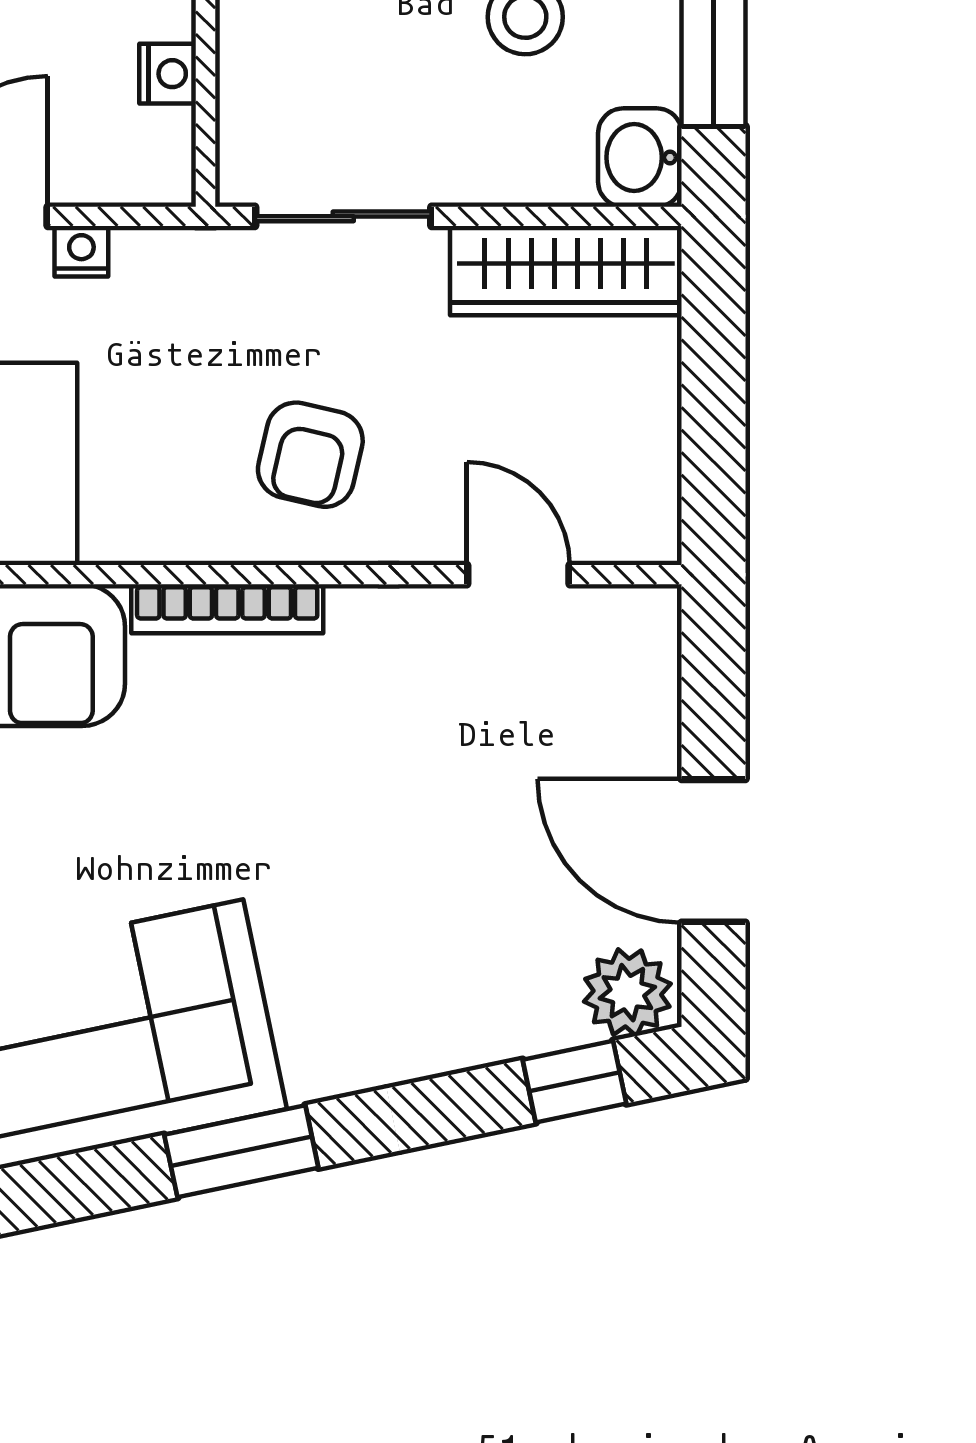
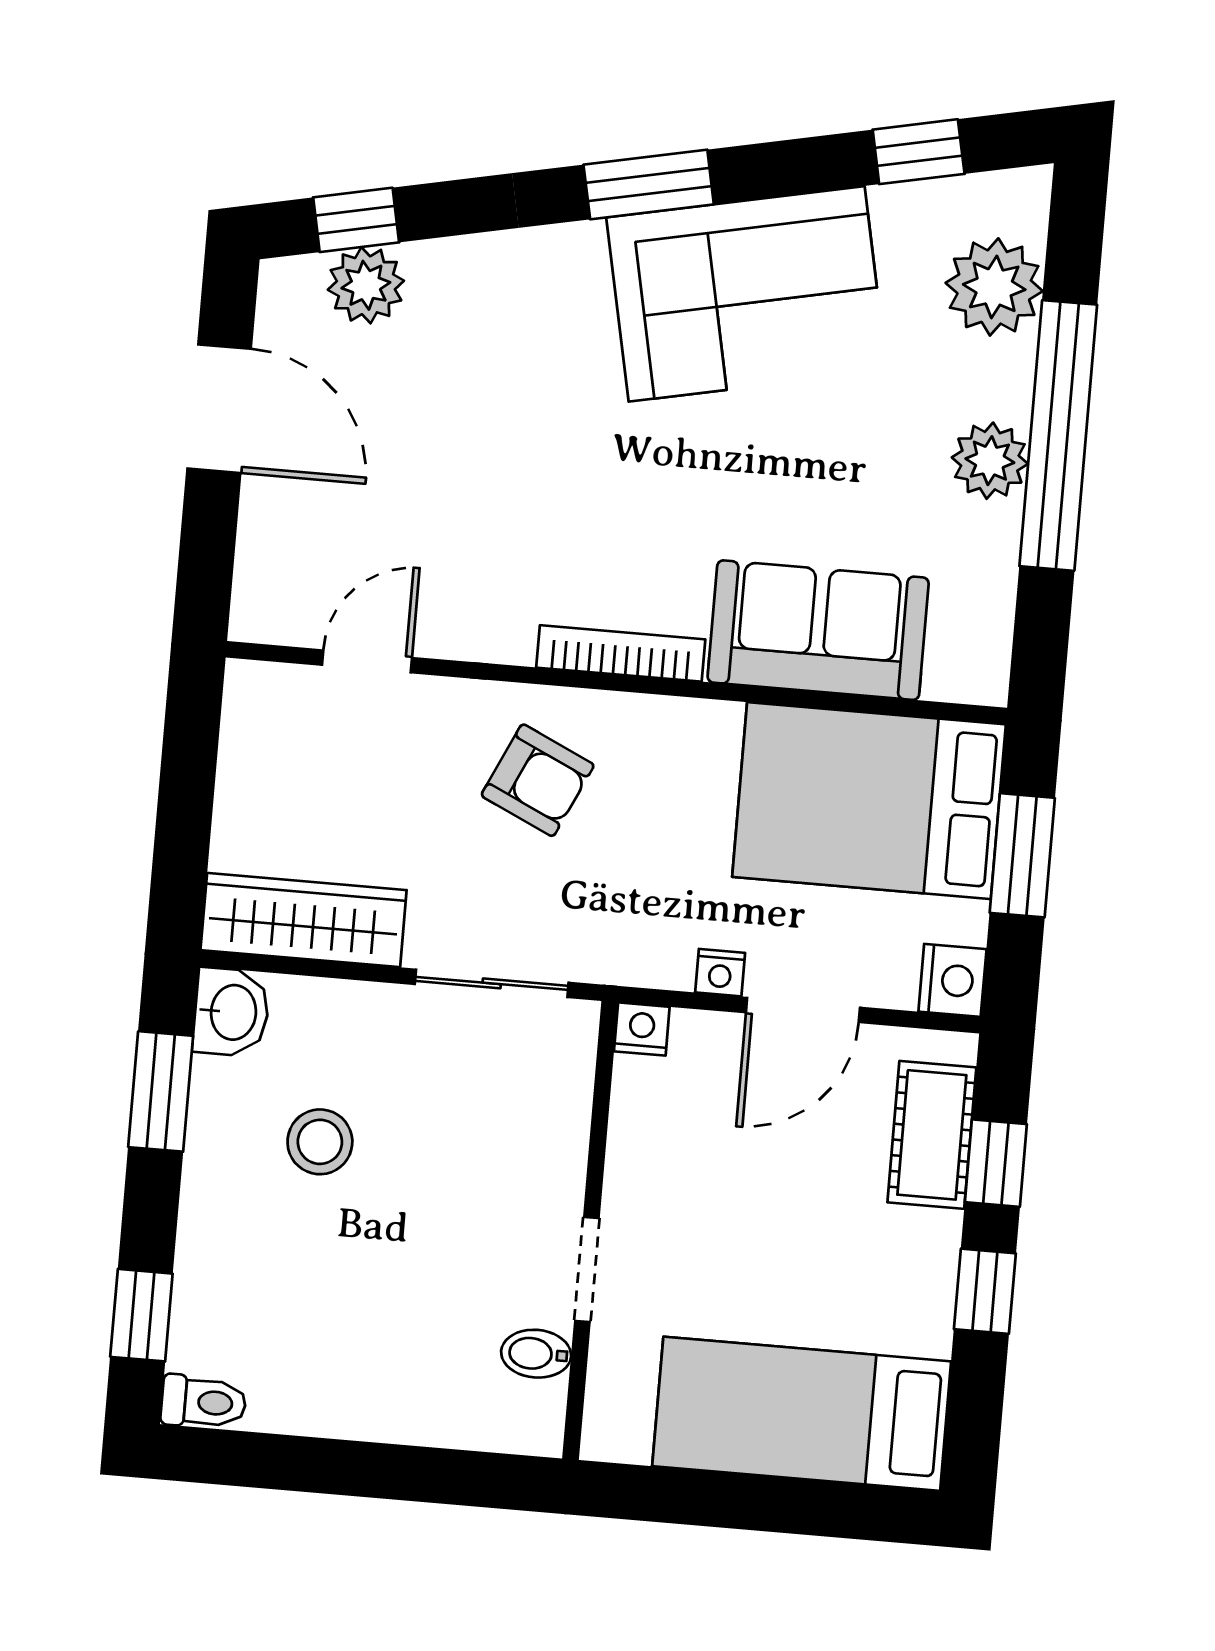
nightstand: (168, 74) -> (642, 1029), moved, turned 90
armchair: (310, 455) -> (538, 780), turned 102
door: (518, 575) -> (367, 661), swing flipped
plant: (627, 993) -> (366, 285), moved

